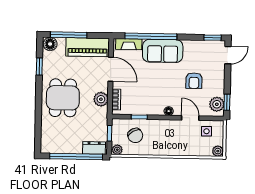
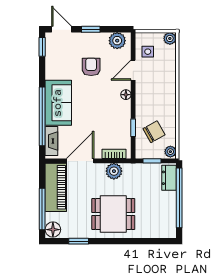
armchair: (194, 81) -> (91, 67), turned -90
window: (227, 102) -> (91, 29), moved

